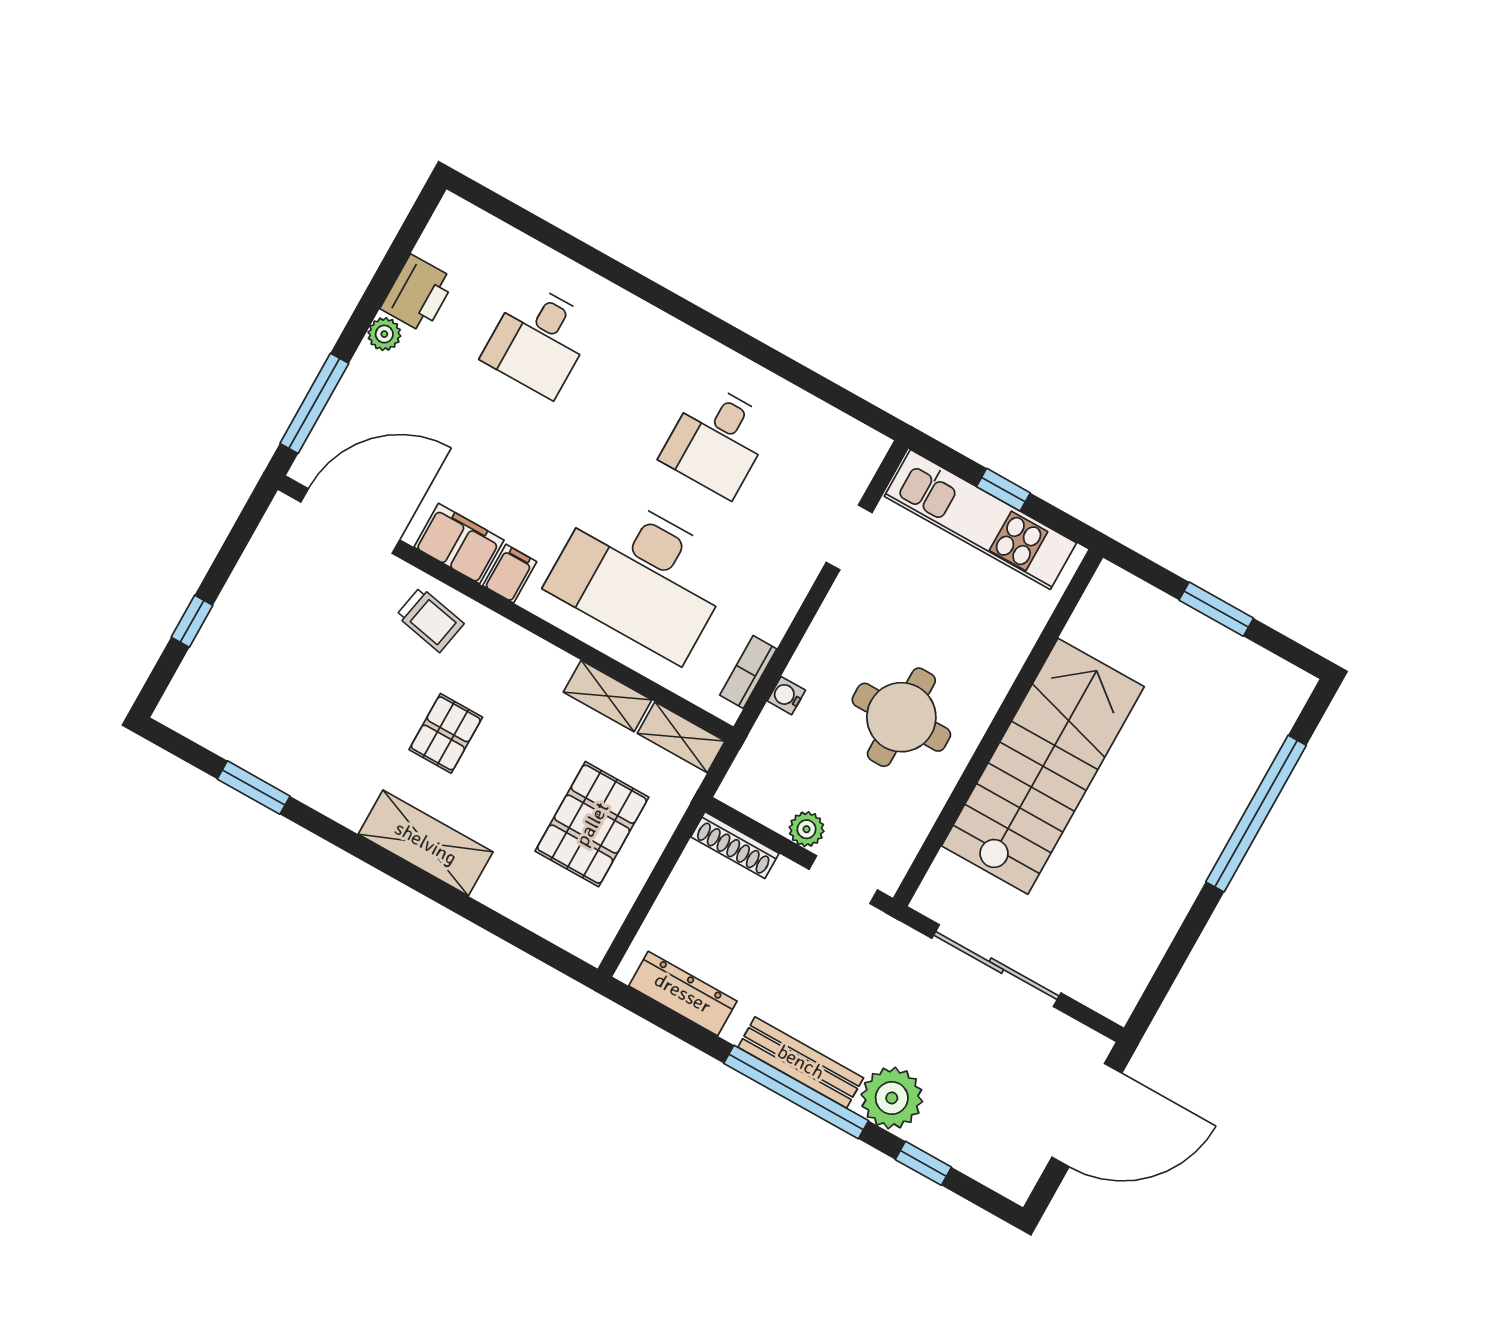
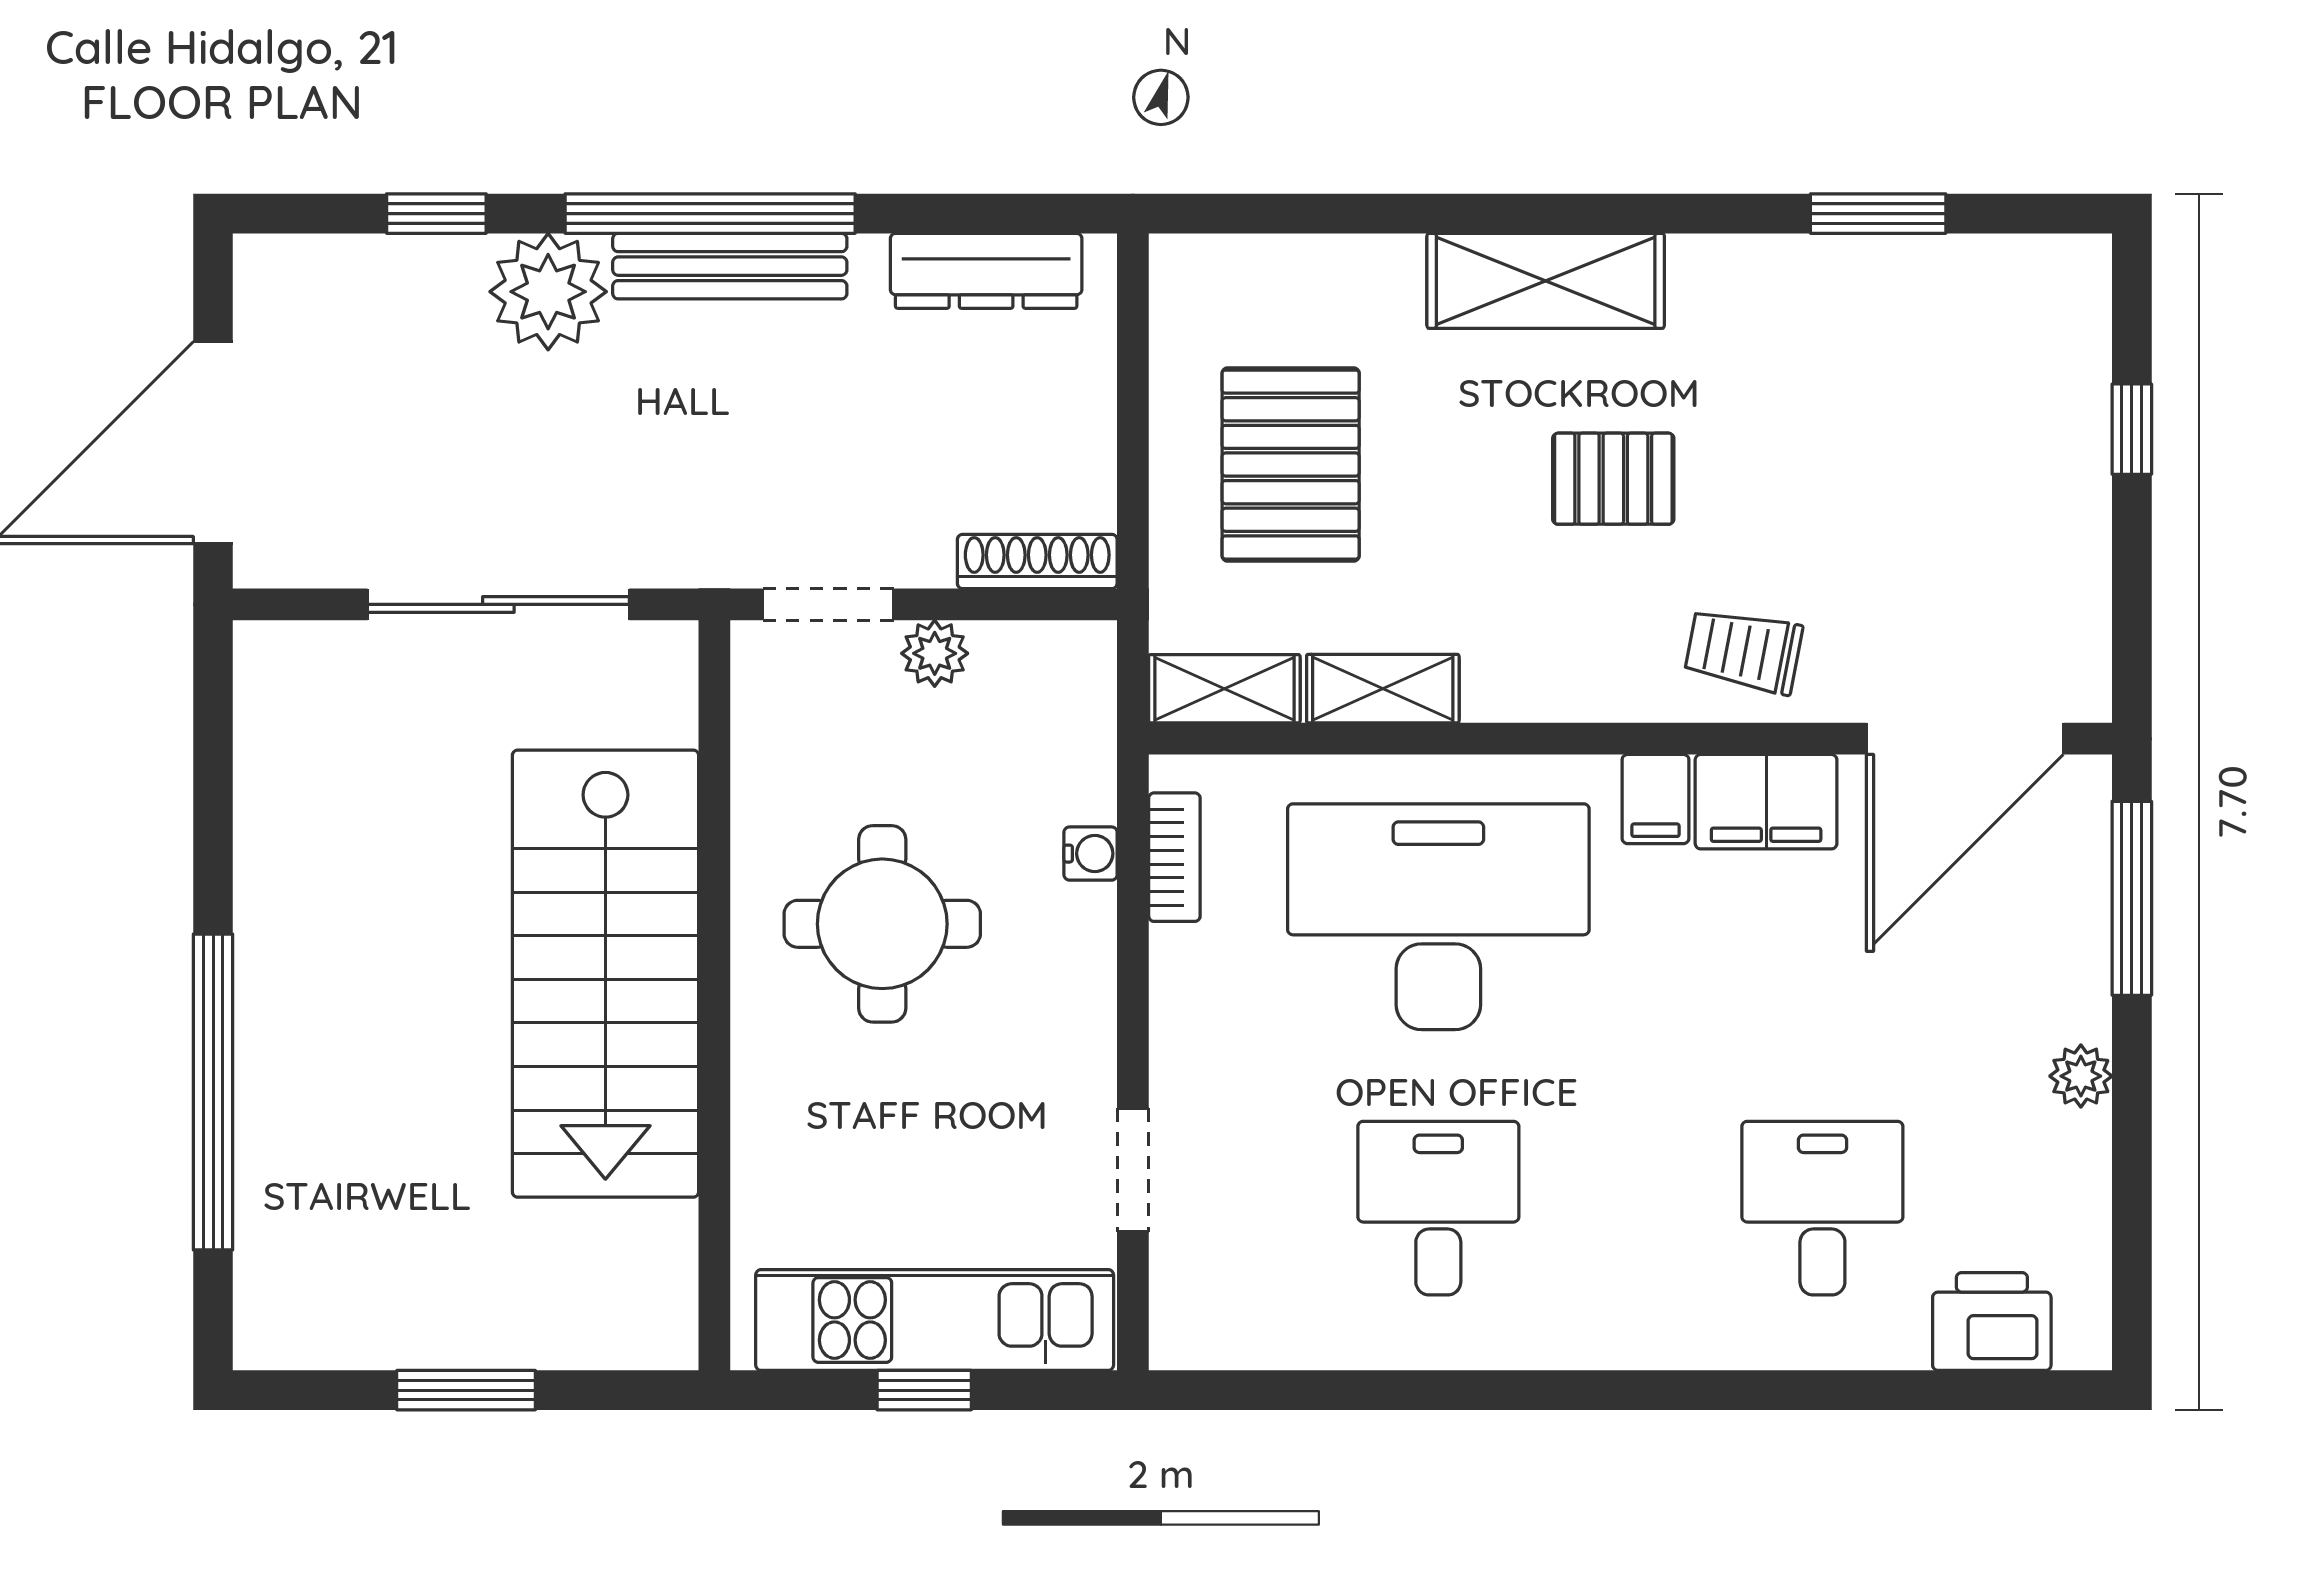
printer: (418, 294) -> (1992, 1321), moved, turned 90
pallet: (446, 733) -> (1613, 479), turned 90

